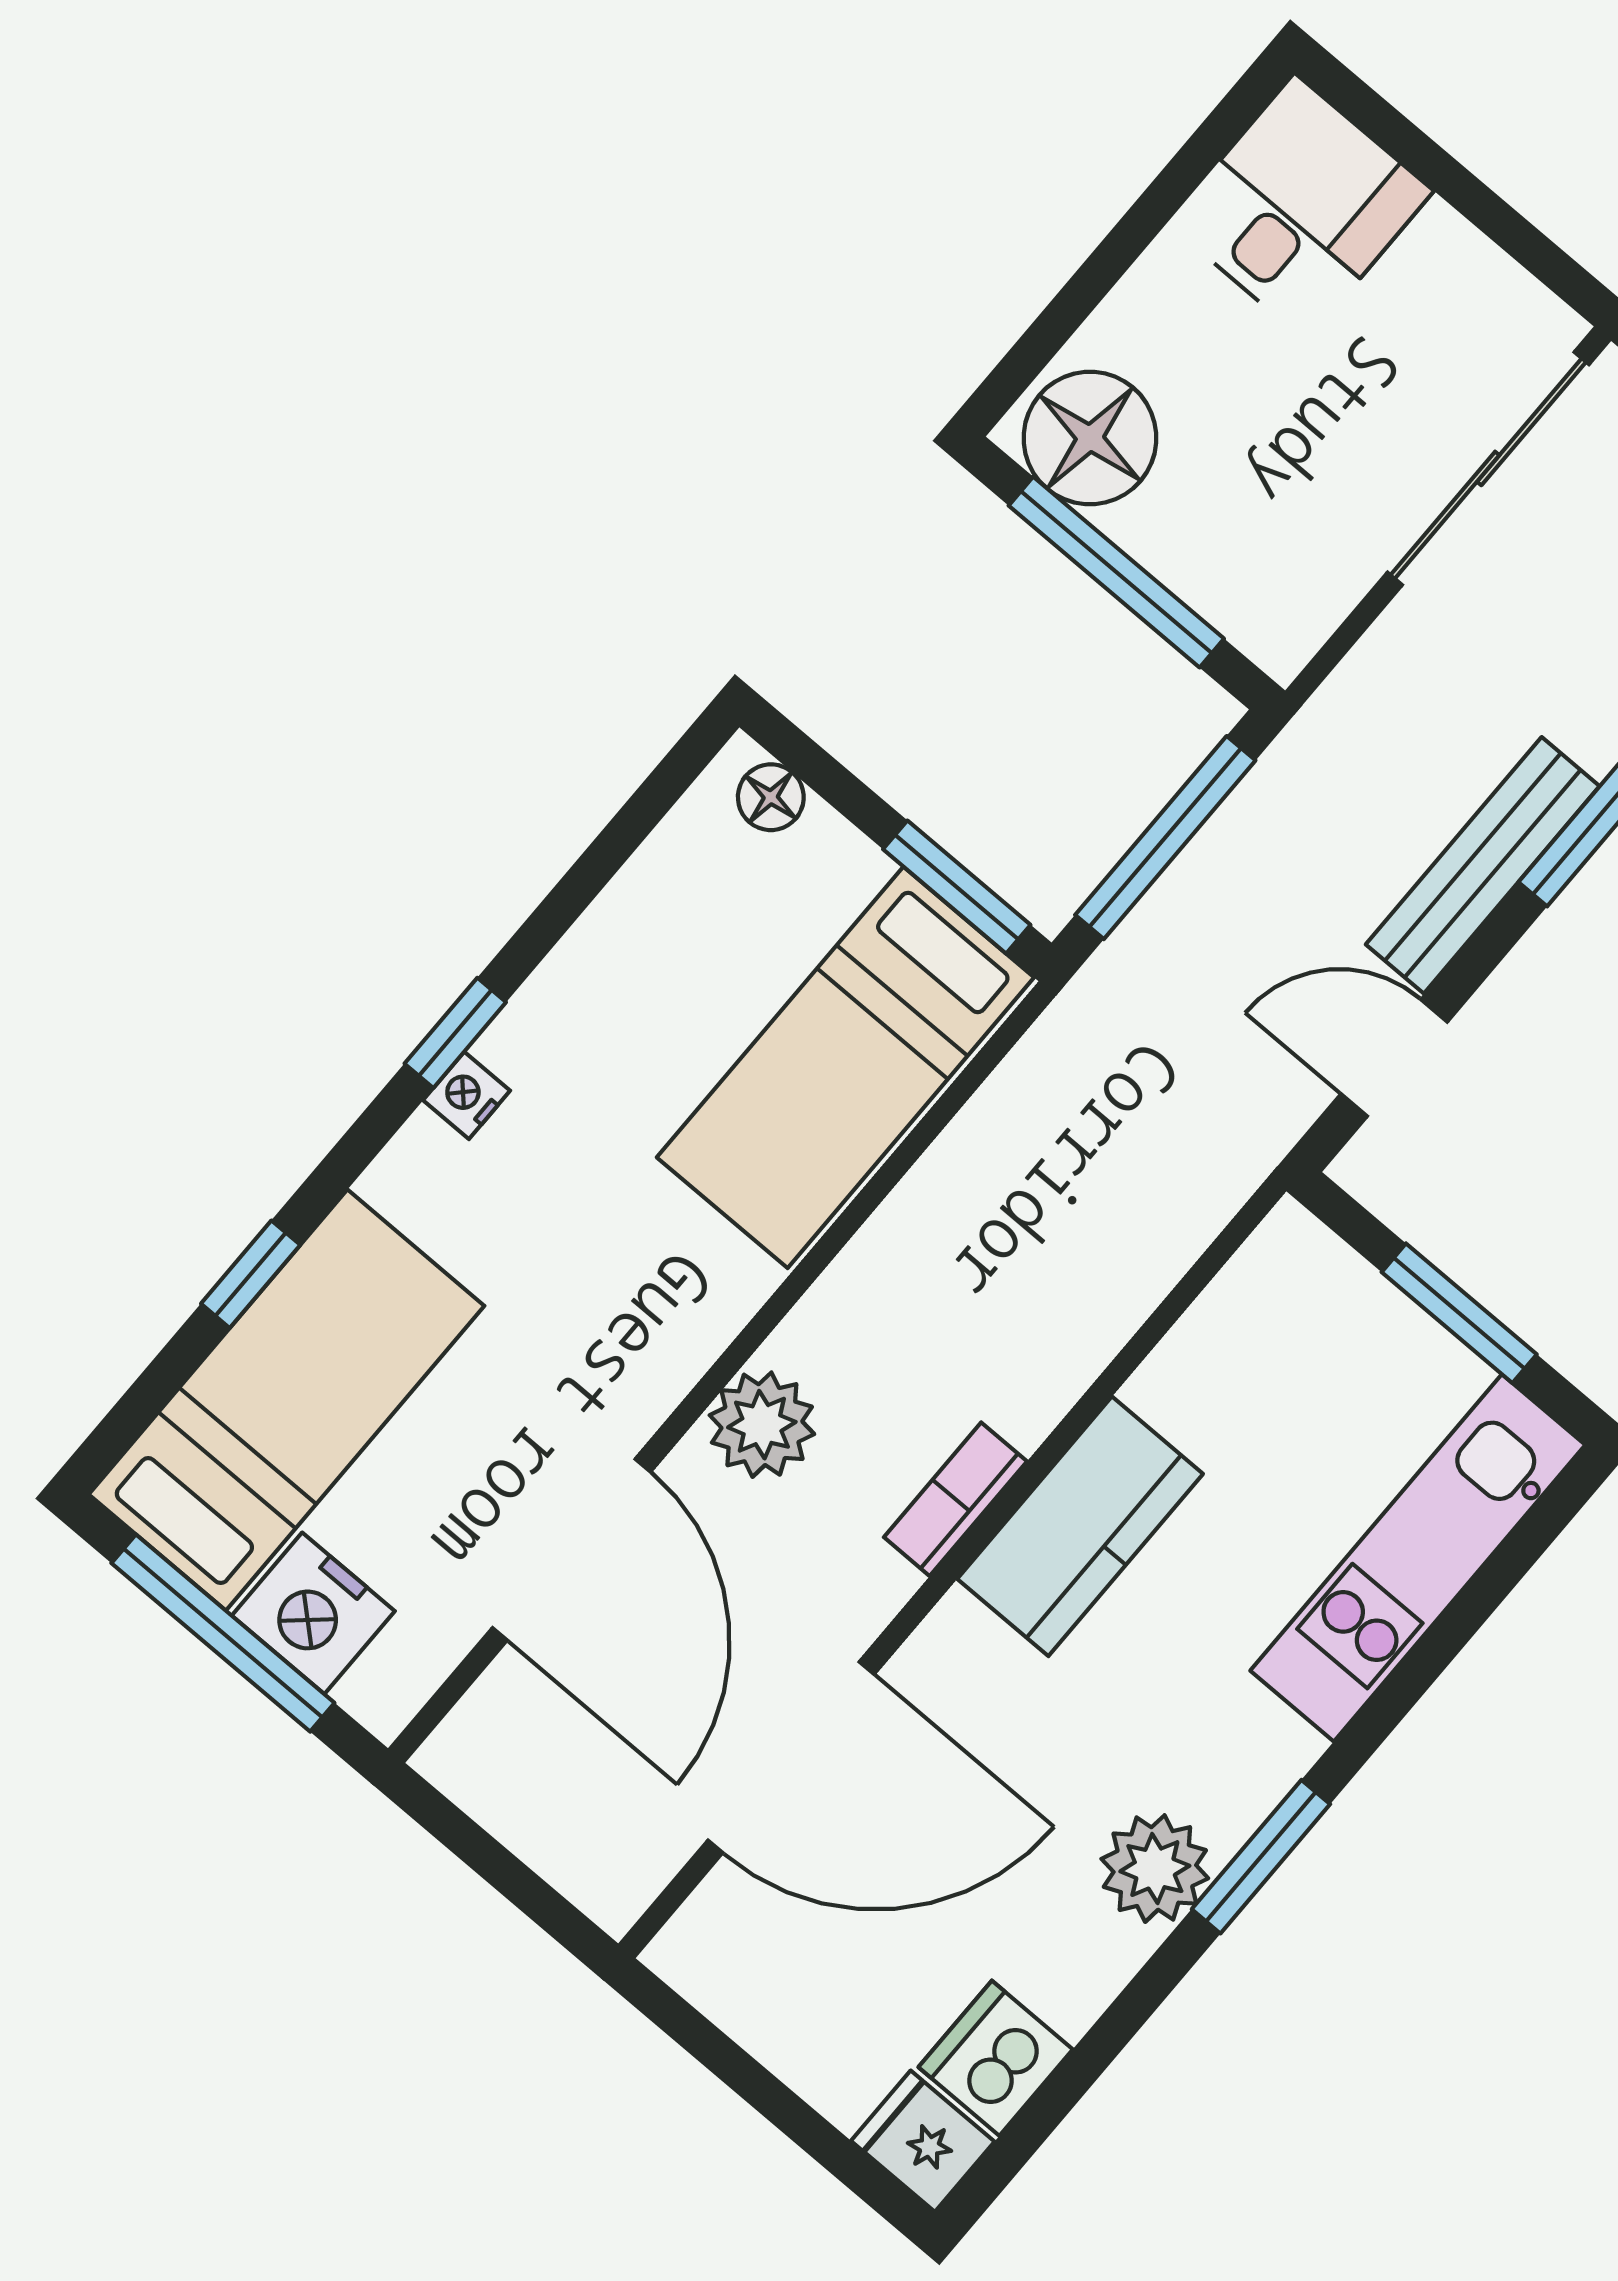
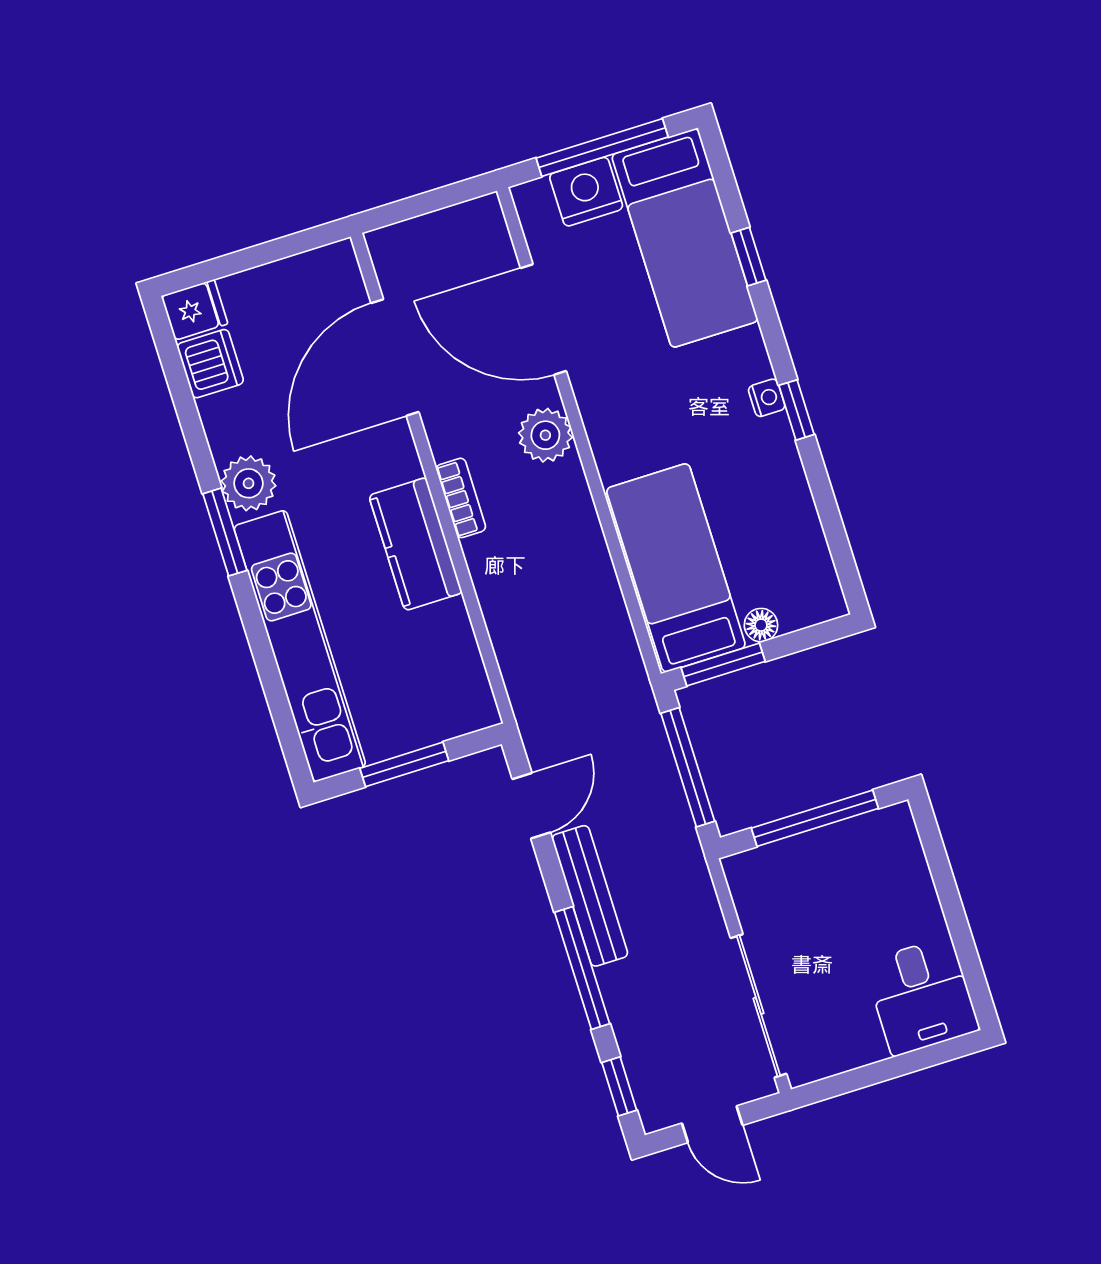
floor lamp: (1090, 438) -> (880, 843), removed
floor lamp: (771, 797) -> (761, 625), moved
kitchen unit: (1418, 1558) -> (300, 646), width x1.36

